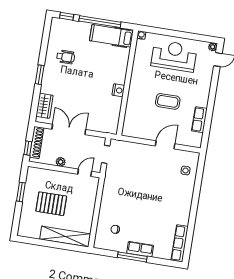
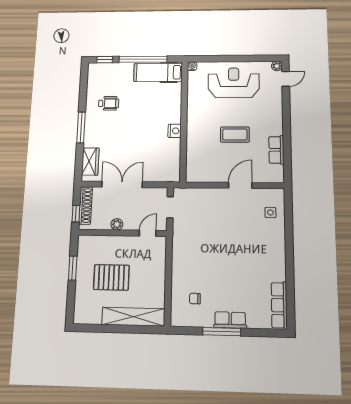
window: (40, 75) -> (81, 127), width x1.44

